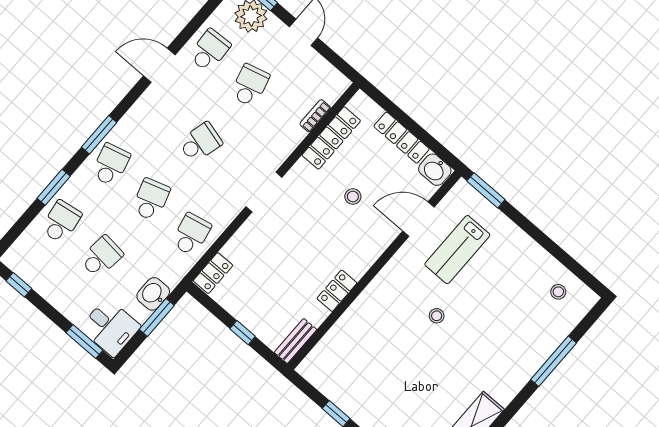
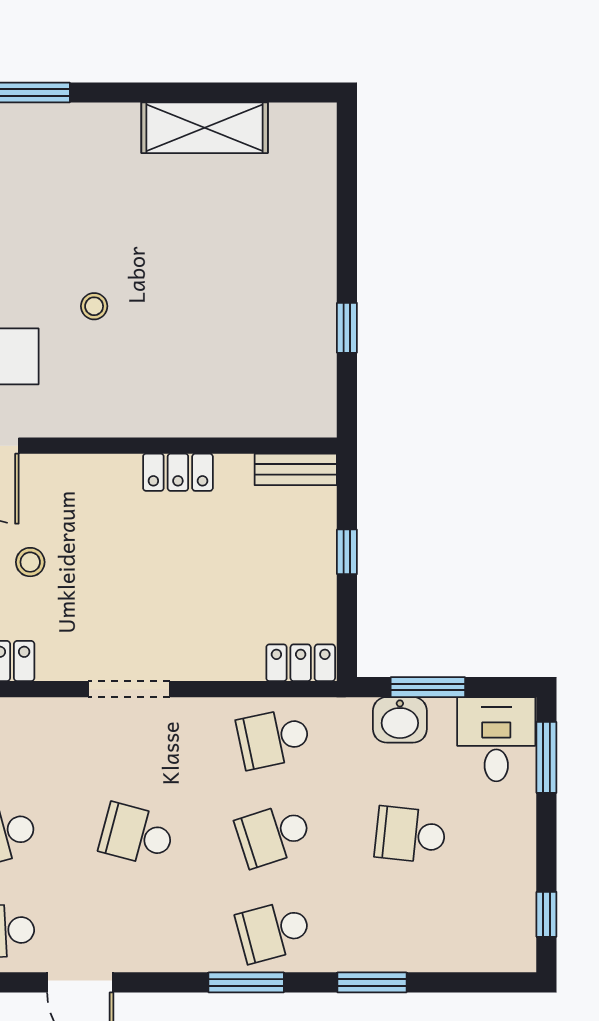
school desk: (61, 222) -> (410, 931), removed

